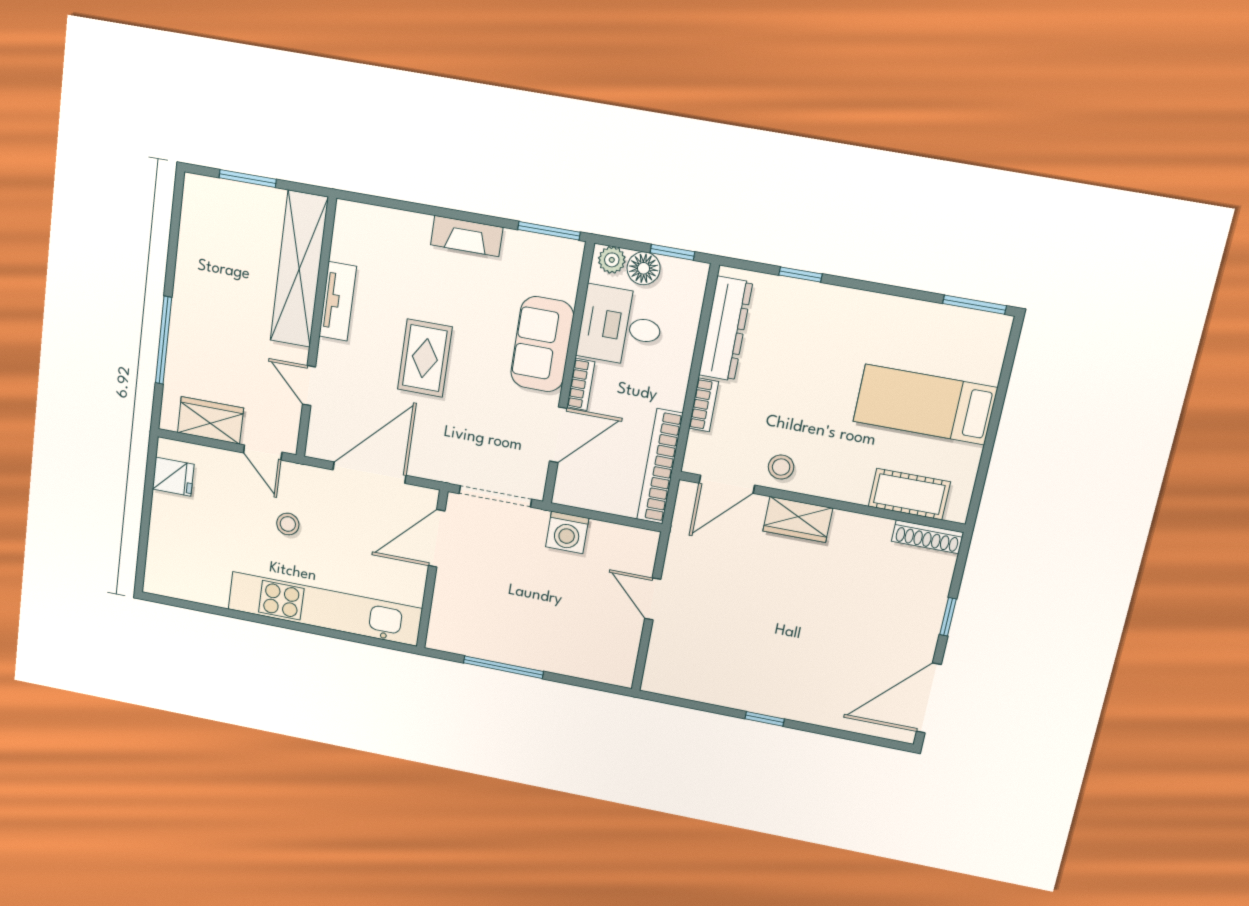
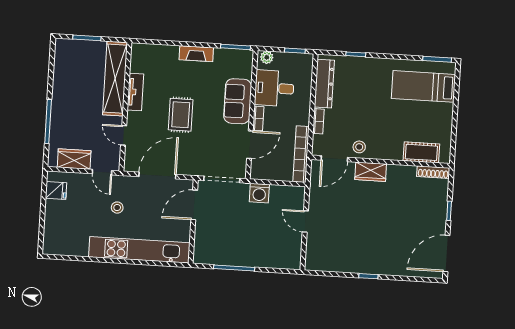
floor lamp: (644, 268) -> (282, 60), removed
bed: (925, 404) -> (423, 86), moved

